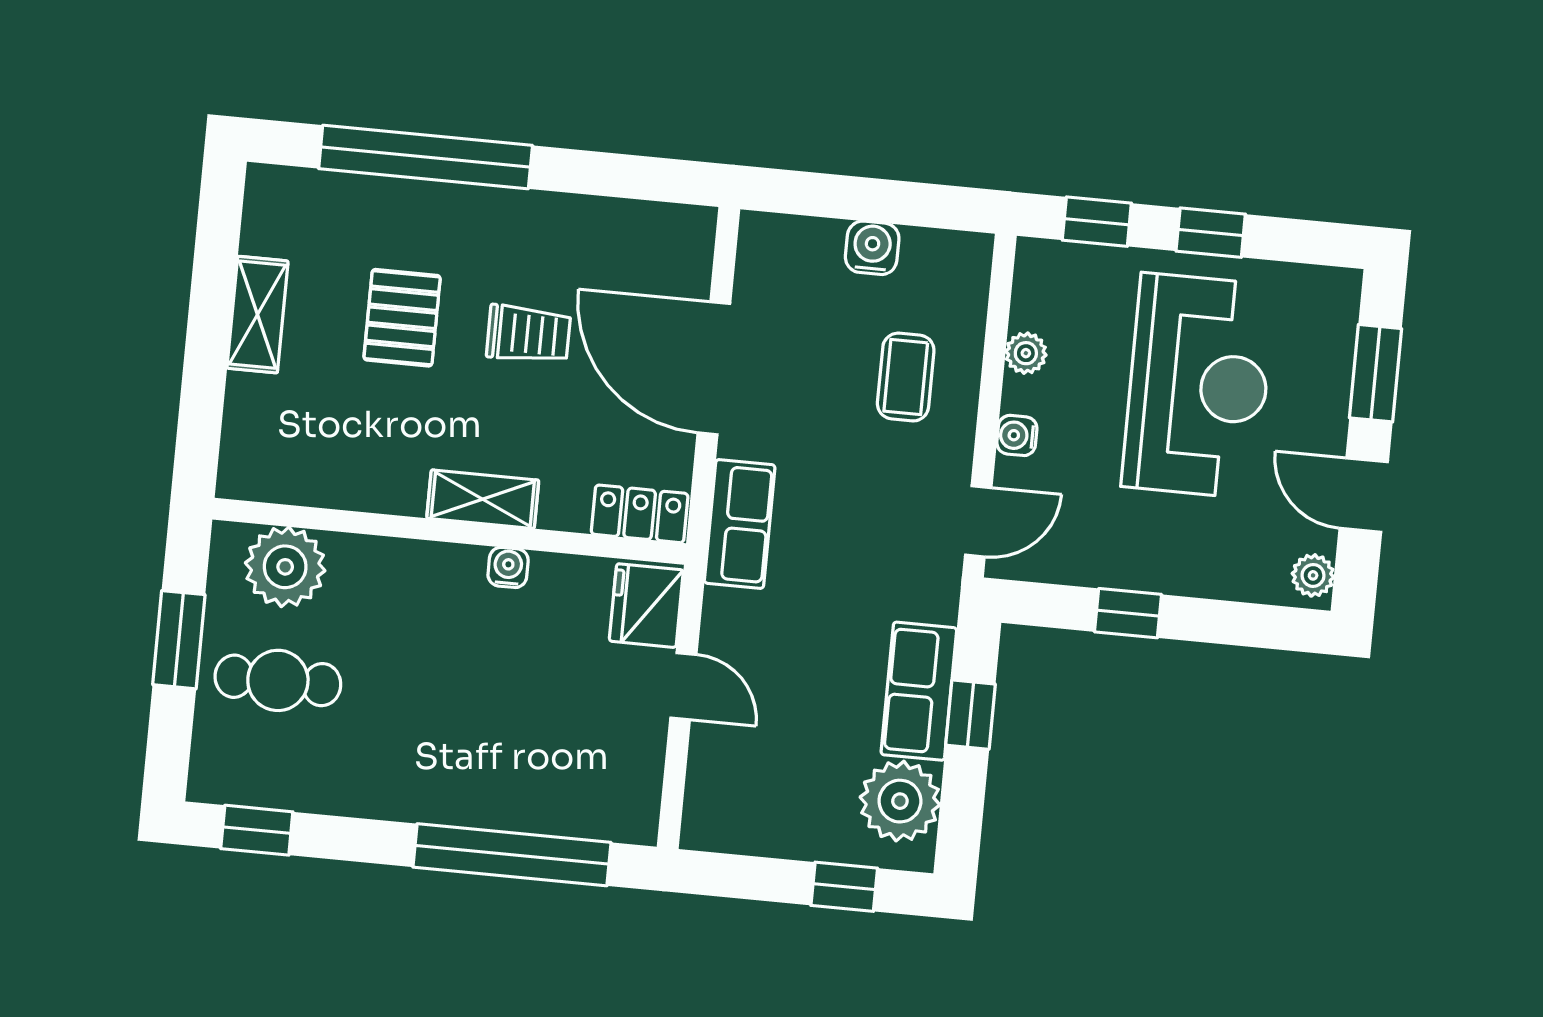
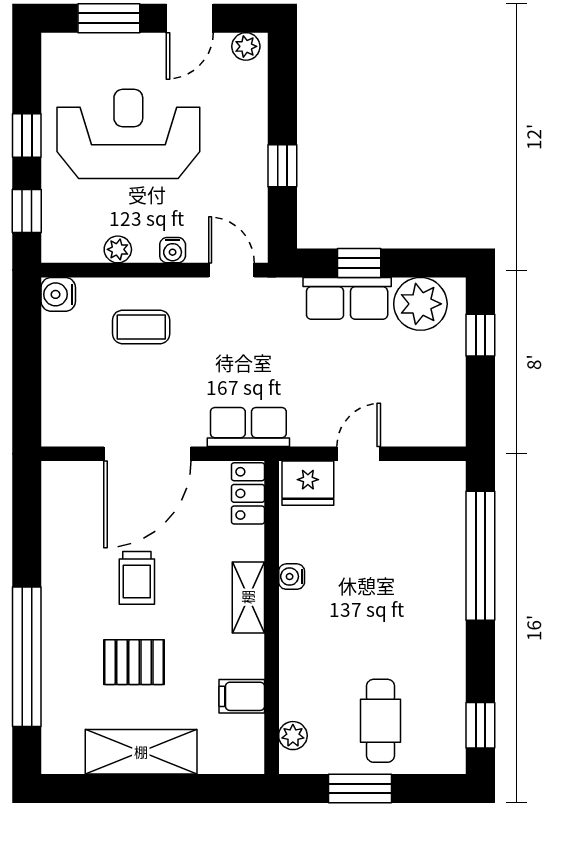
water cooler: (872, 248) -> (58, 294), moved
shelving: (258, 315) -> (141, 752), width x1.50, depth x1.33
trolley: (529, 334) -> (137, 578), turned 180
filing cabinet: (335, 475) -> (242, 696), added
plant: (285, 567) -> (293, 736), width x0.53, depth x0.53

